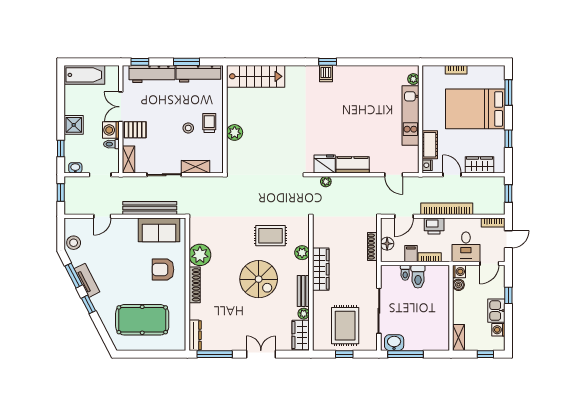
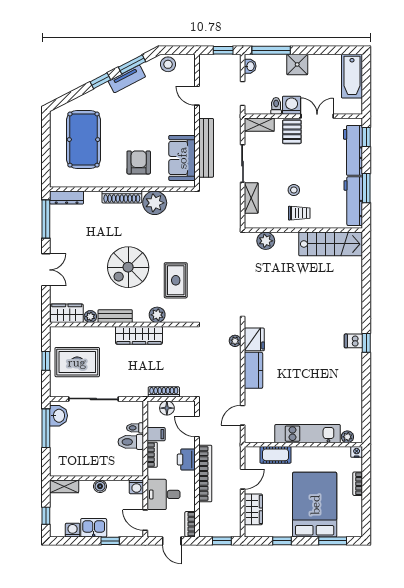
stairs: (256, 76) -> (331, 244), moved, turned -90
plant: (235, 132) -> (266, 241), moved
window: (61, 149) -> (271, 50), width x2.17
nightstand: (427, 165) -> (357, 452), moved
boiler: (458, 285) -> (100, 486), moved

